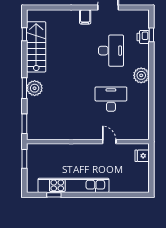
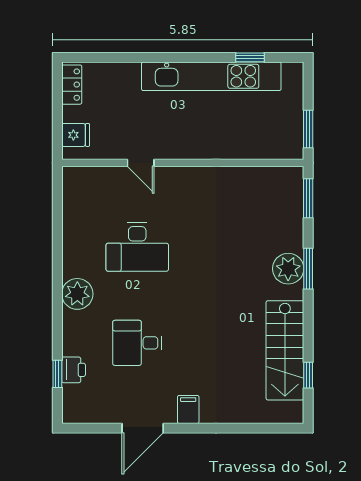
desk: (111, 51) -> (137, 343), width x0.73
locker: (144, 181) -> (72, 85), added

